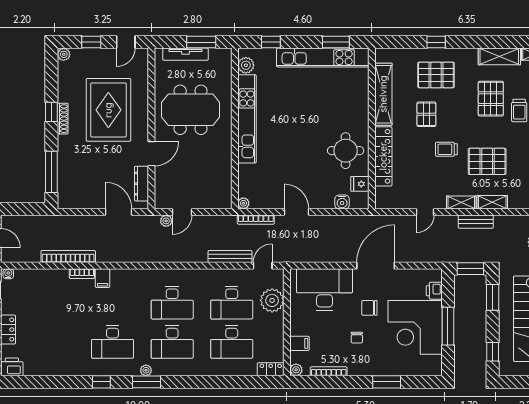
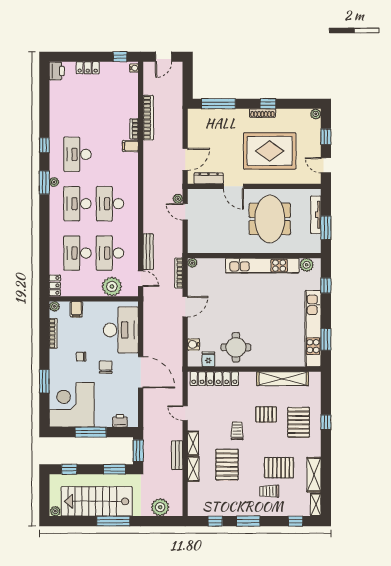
locker: (383, 156) -> (214, 379), moved
corner desk: (415, 327) -> (72, 405), moved

